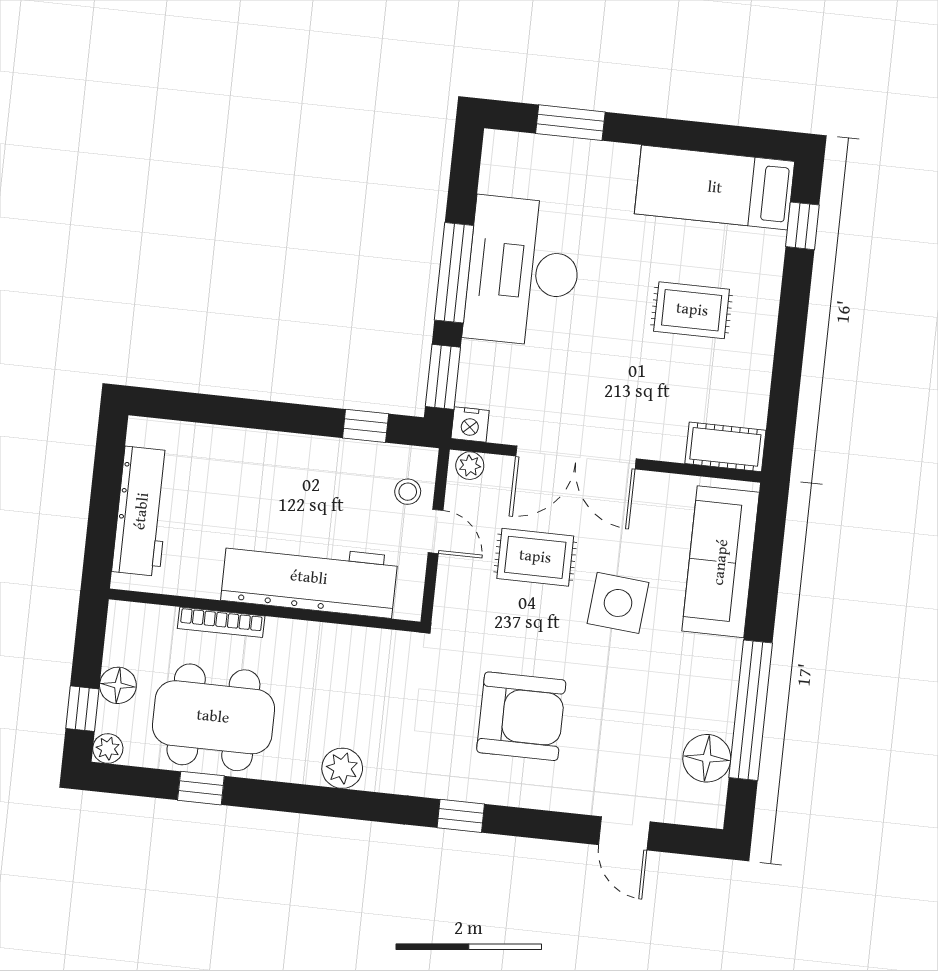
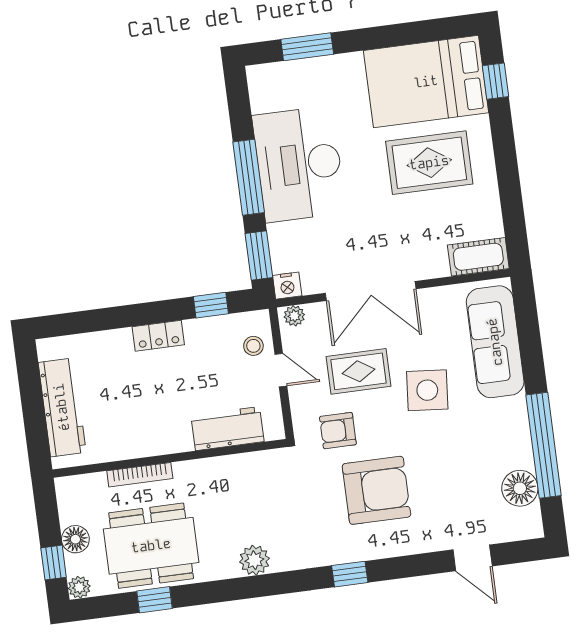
bed: (715, 188) -> (426, 82), width x1.50
rug: (692, 310) -> (429, 163), width x1.36, depth x1.43
locker: (288, 449) -> (158, 336), added
workbench: (309, 578) -> (227, 429), width x0.53, depth x0.76
armchair: (490, 627) -> (338, 431), added

